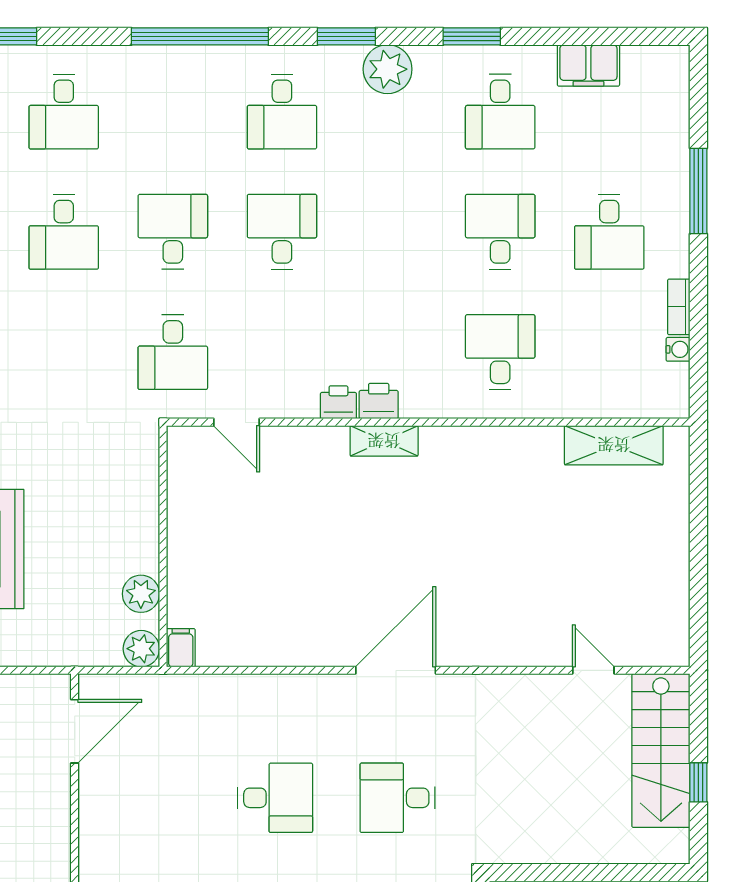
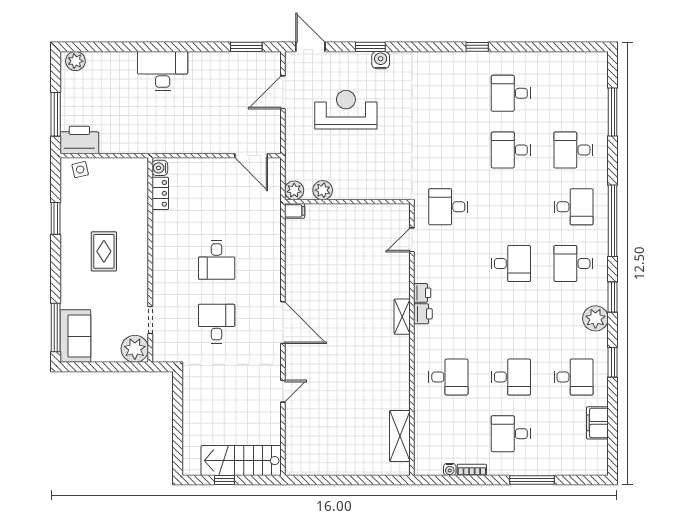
desk: (500, 111) -> (573, 377), turned 180
desk: (173, 232) -> (573, 207), moved
door: (593, 670) -> (283, 391), moved

